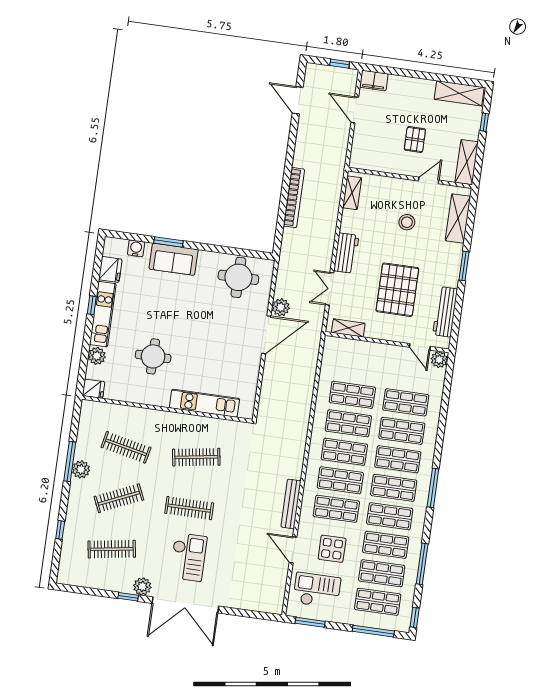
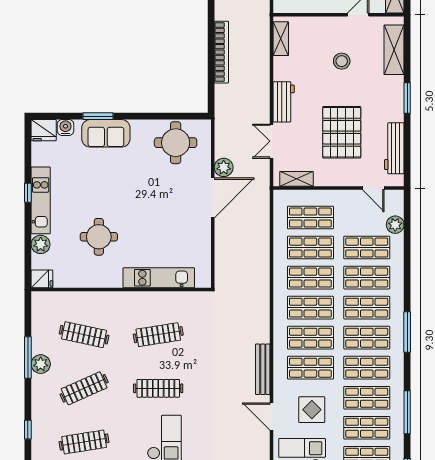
fridge: (110, 269) -> (44, 130), moved, turned 90
plant: (439, 360) -> (395, 225), moved
shop shelf: (356, 366) -> (310, 218), added

